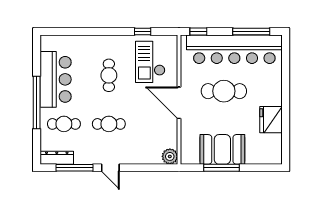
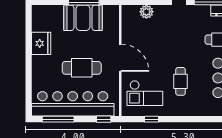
checkout: (150, 62) -> (145, 93), turned 90
cafe table: (109, 124) -> (180, 40), removed
plant: (170, 156) -> (146, 12), moved

